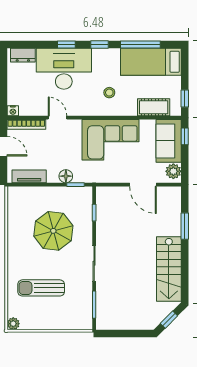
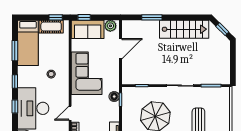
window: (140, 45) -> (15, 51), width x0.69
cot: (154, 107) -> (51, 27), moved, turned 90
floor lamp: (66, 176) -> (114, 97), moved

